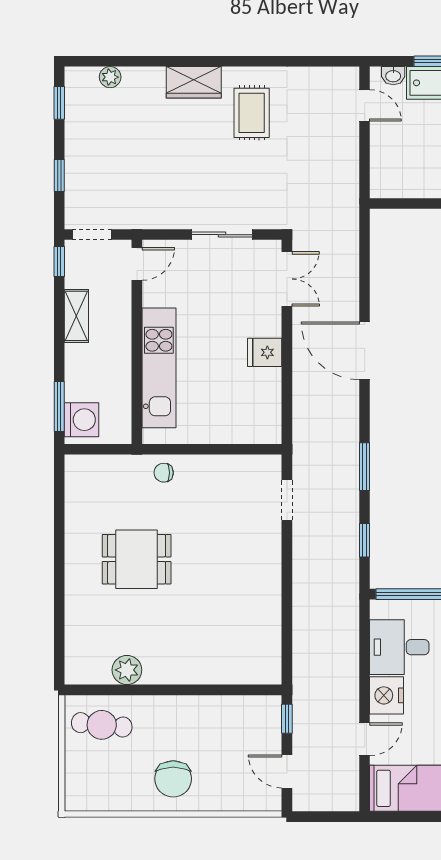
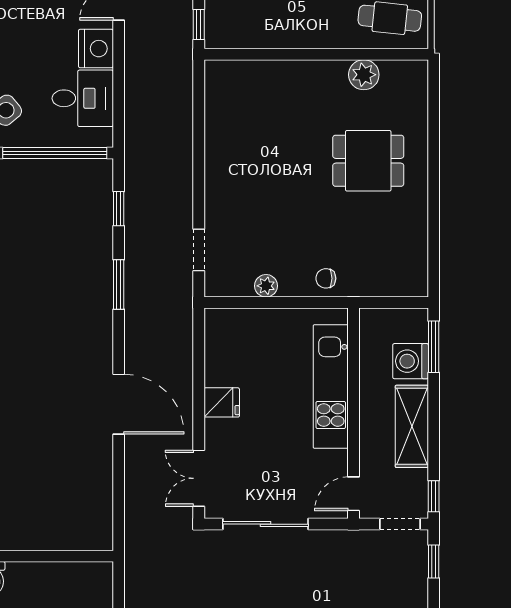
window: (59, 175) -> (434, 562), moved
sliding door: (222, 235) -> (266, 524), width x1.37
shelving: (76, 316) -> (412, 426), width x1.50, depth x1.33
washing machine: (82, 420) -> (411, 361), moved
plant: (222, 465) -> (266, 286), added
chair: (164, 473) -> (326, 278), turned 180
dining table: (137, 559) -> (368, 161), moved

